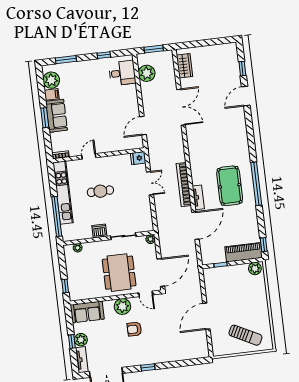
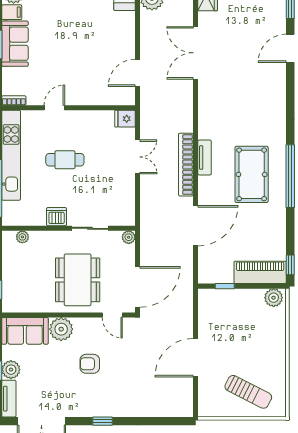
double door: (181, 107) -> (195, 53), swing flipped
tv unit: (198, 197) -> (205, 158), moved
plant: (122, 306) -> (61, 329), moved

